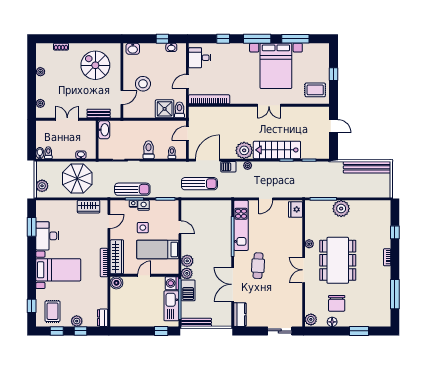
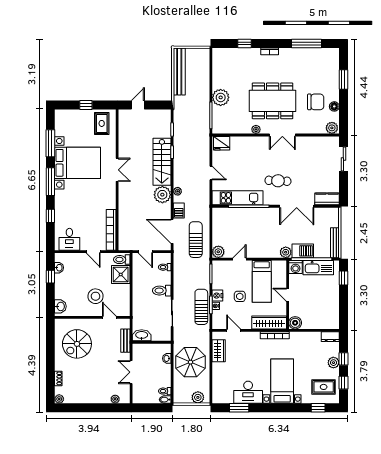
plant: (40, 72) -> (59, 399), moved
plant: (187, 261) -> (218, 252), moved

